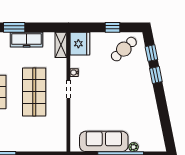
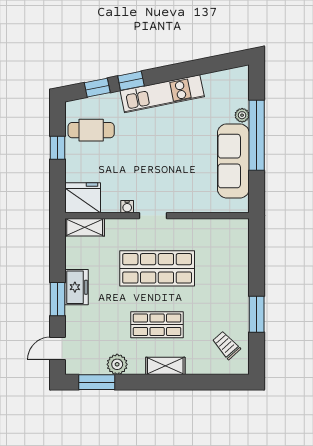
freezer: (27, 40) -> (77, 287), width x0.71
cafe table: (124, 49) -> (91, 130), turned -47
kitchen unit: (147, 95) -> (162, 94), added

